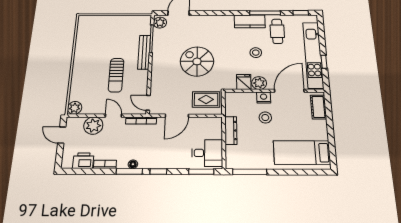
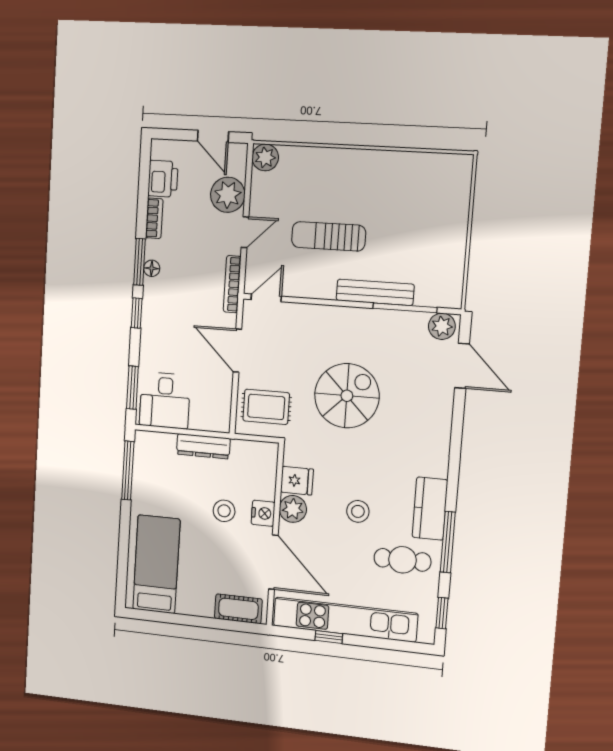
rug: (206, 99) -> (266, 407), turned 90
door: (62, 135) -> (213, 136), swing flipped

